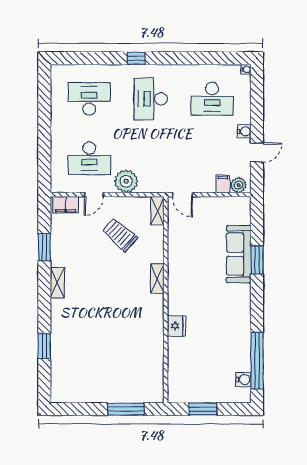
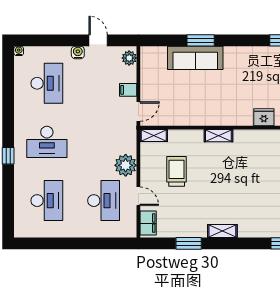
desk: (89, 99) -> (47, 201), turned 180
filing cabinet: (223, 184) -> (128, 90), moved
trolley: (120, 235) -> (177, 171), turned 138

